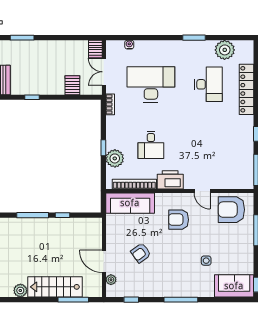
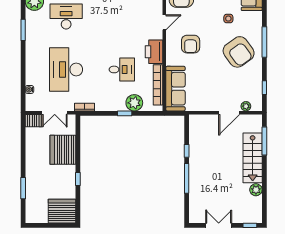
server rack: (72, 85) -> (63, 150), width x2.18, depth x1.44
armchair: (141, 253) -> (239, 52), moved, width x1.88, depth x1.88

